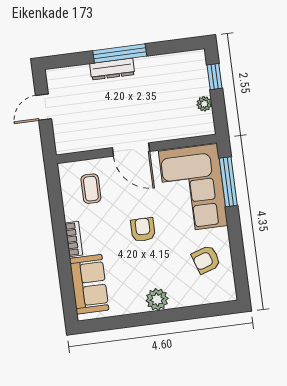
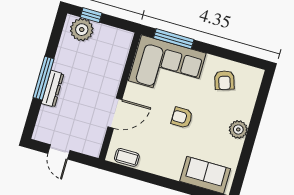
plant: (204, 104) -> (82, 30), moved, width x1.88, depth x1.88
door: (131, 150) -> (115, 113), moved
coffee table: (91, 189) -> (127, 157), moved
bookcase: (74, 239) -> (166, 172), removed

